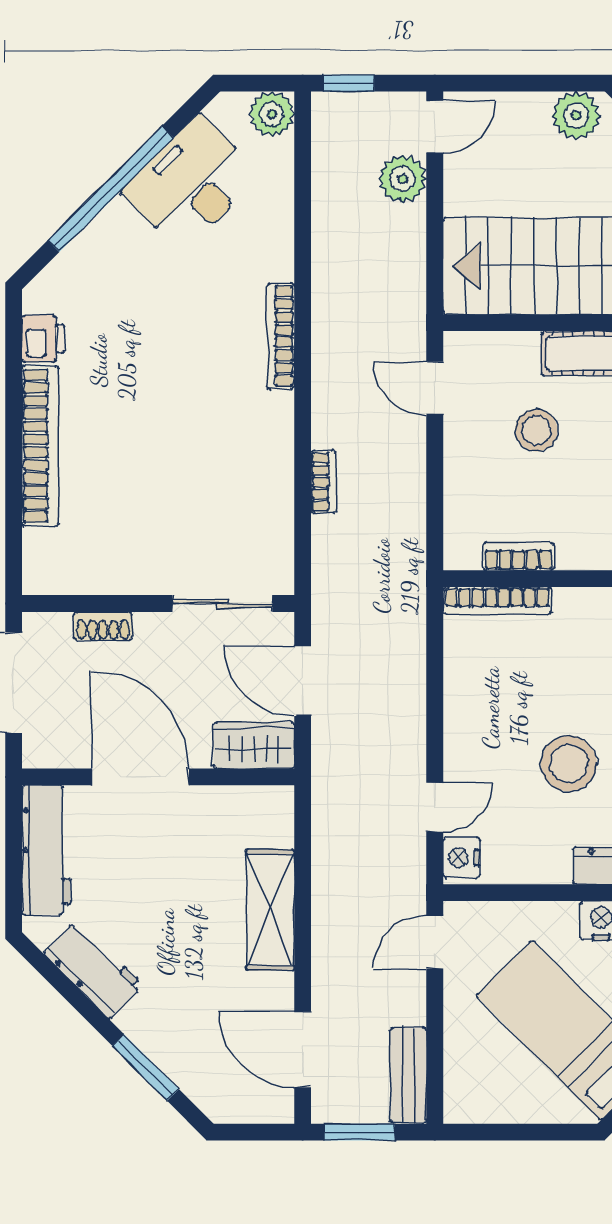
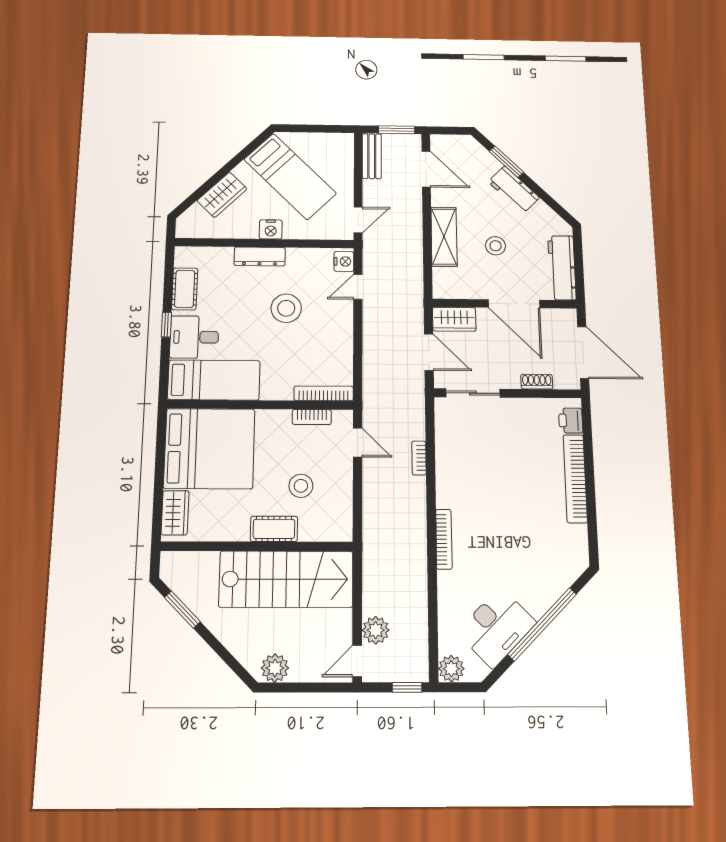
printer: (43, 339) -> (571, 420), moved
door: (435, 388) -> (358, 442), moved
stool: (172, 893) -> (495, 246), added
workbench: (93, 969) -> (514, 190), moved

